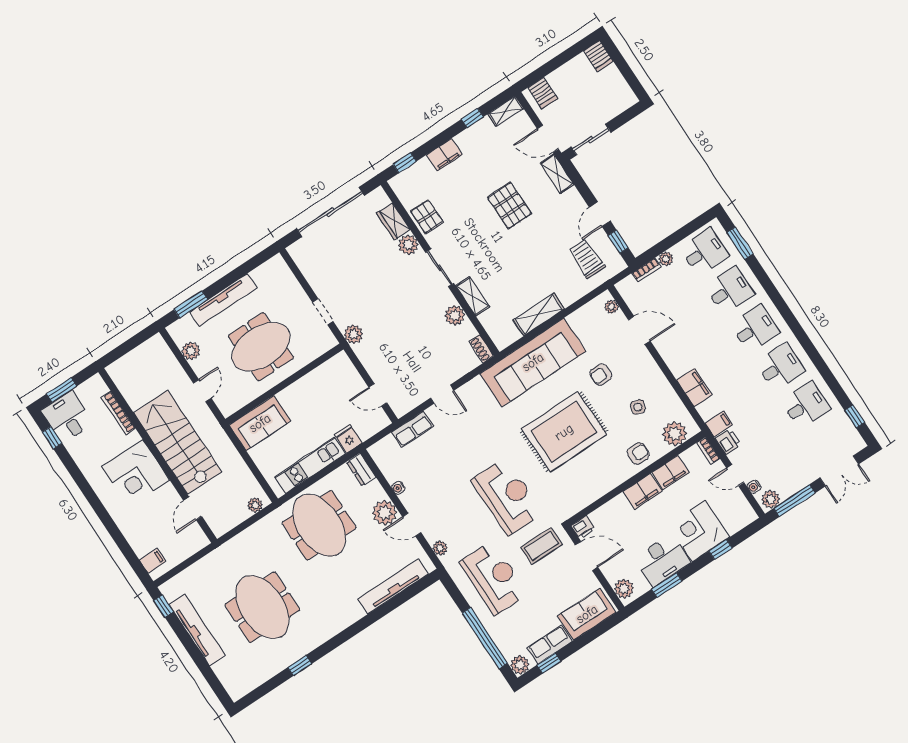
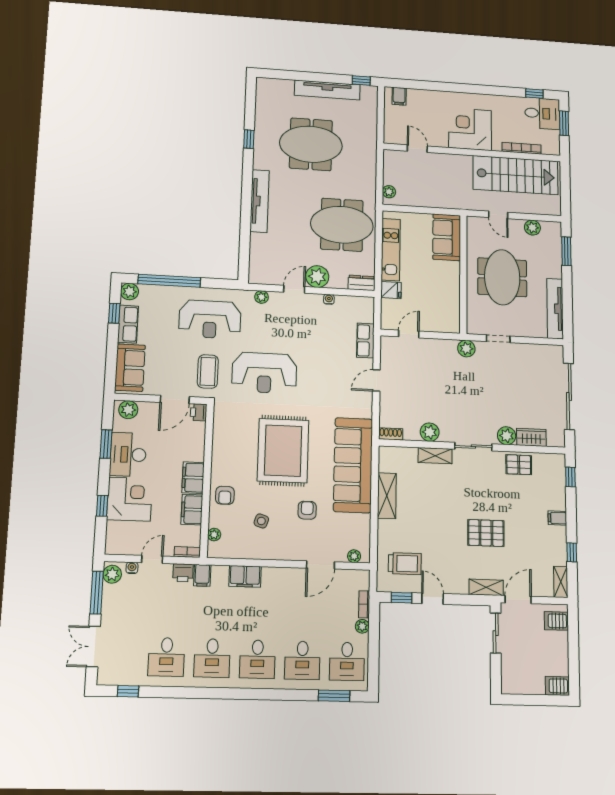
filing cabinet: (444, 155) -> (557, 518), width x0.50
tv unit: (223, 300) -> (555, 309), moved
plant: (675, 434) -> (214, 535), width x0.53, depth x0.53
stairs: (178, 442) -> (516, 175), moved
tv unit: (393, 587) -> (260, 201), moved

